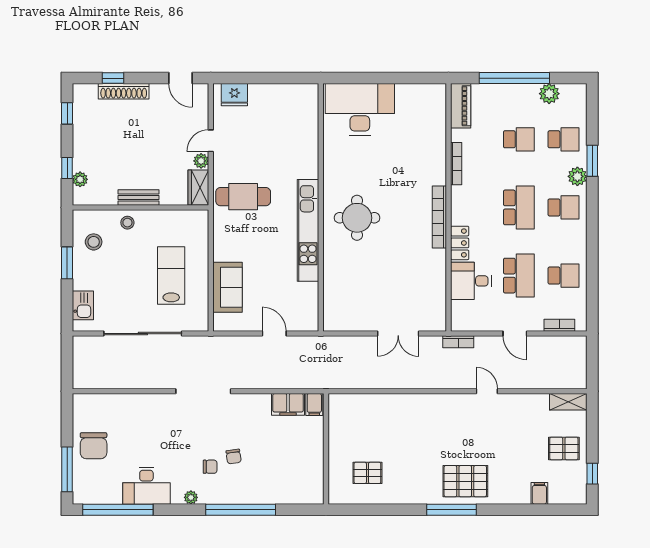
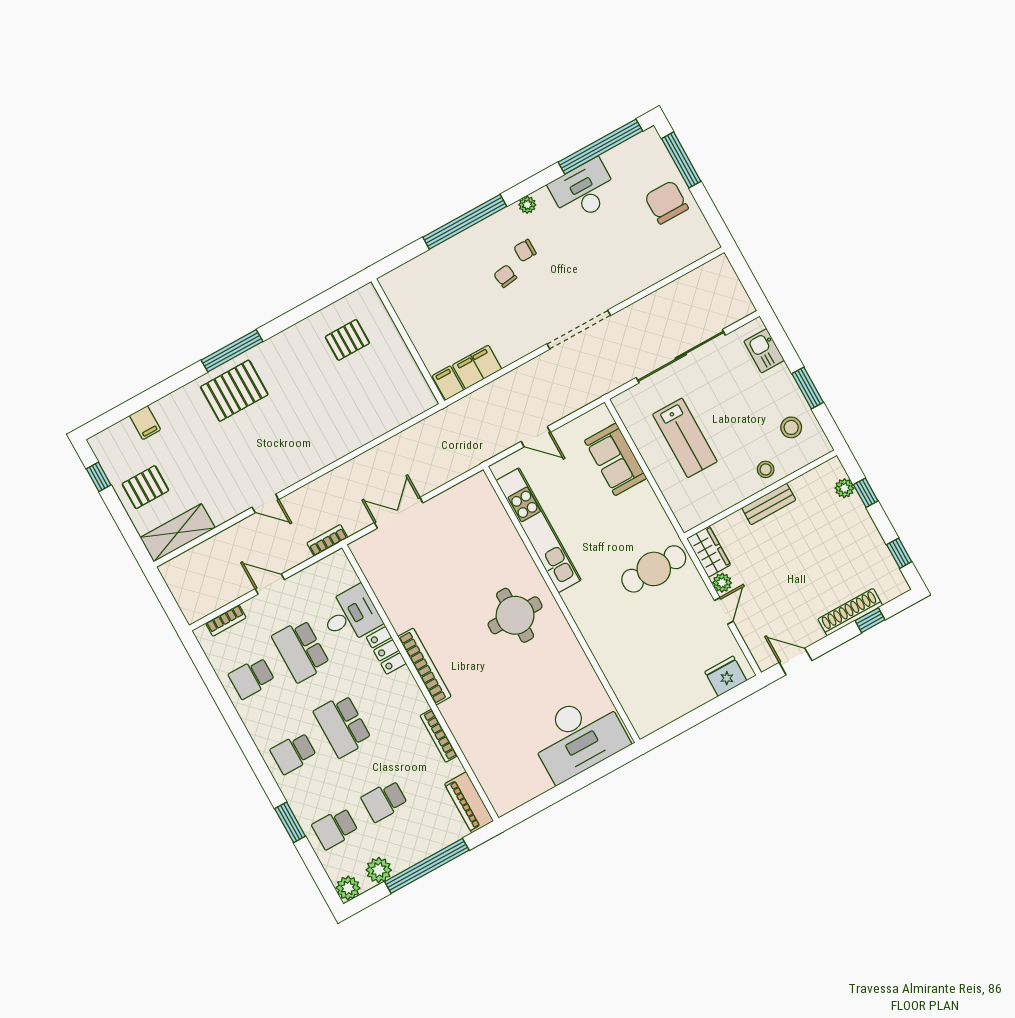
plant: (577, 176) -> (348, 888), moved
kitchen unit: (308, 230) -> (539, 530), moved
shelving: (568, 402) -> (178, 533), width x1.50, depth x1.33

